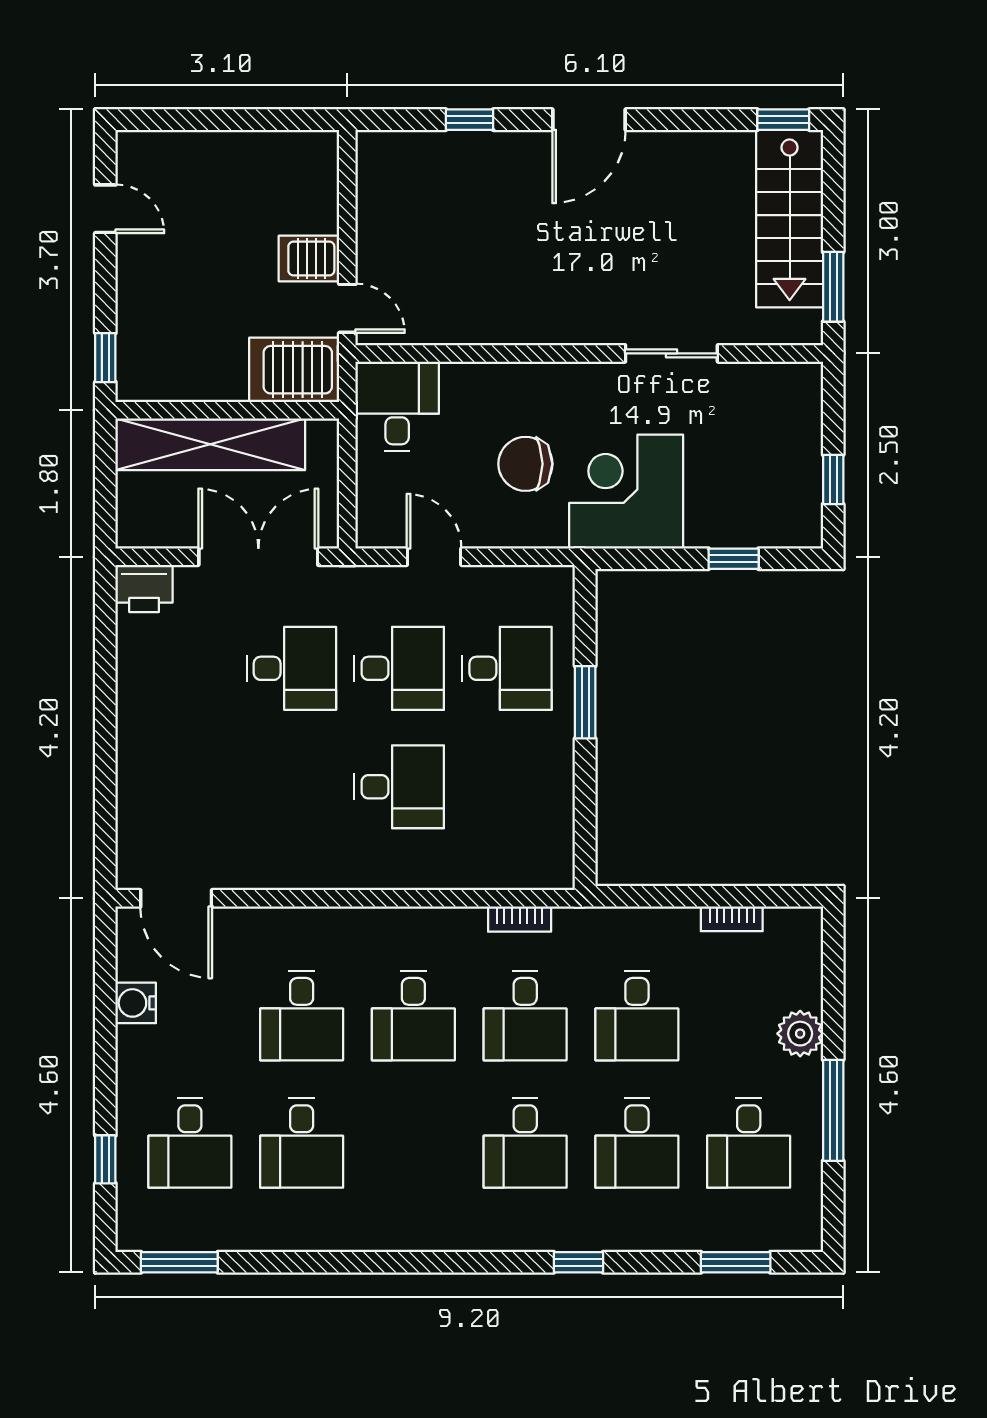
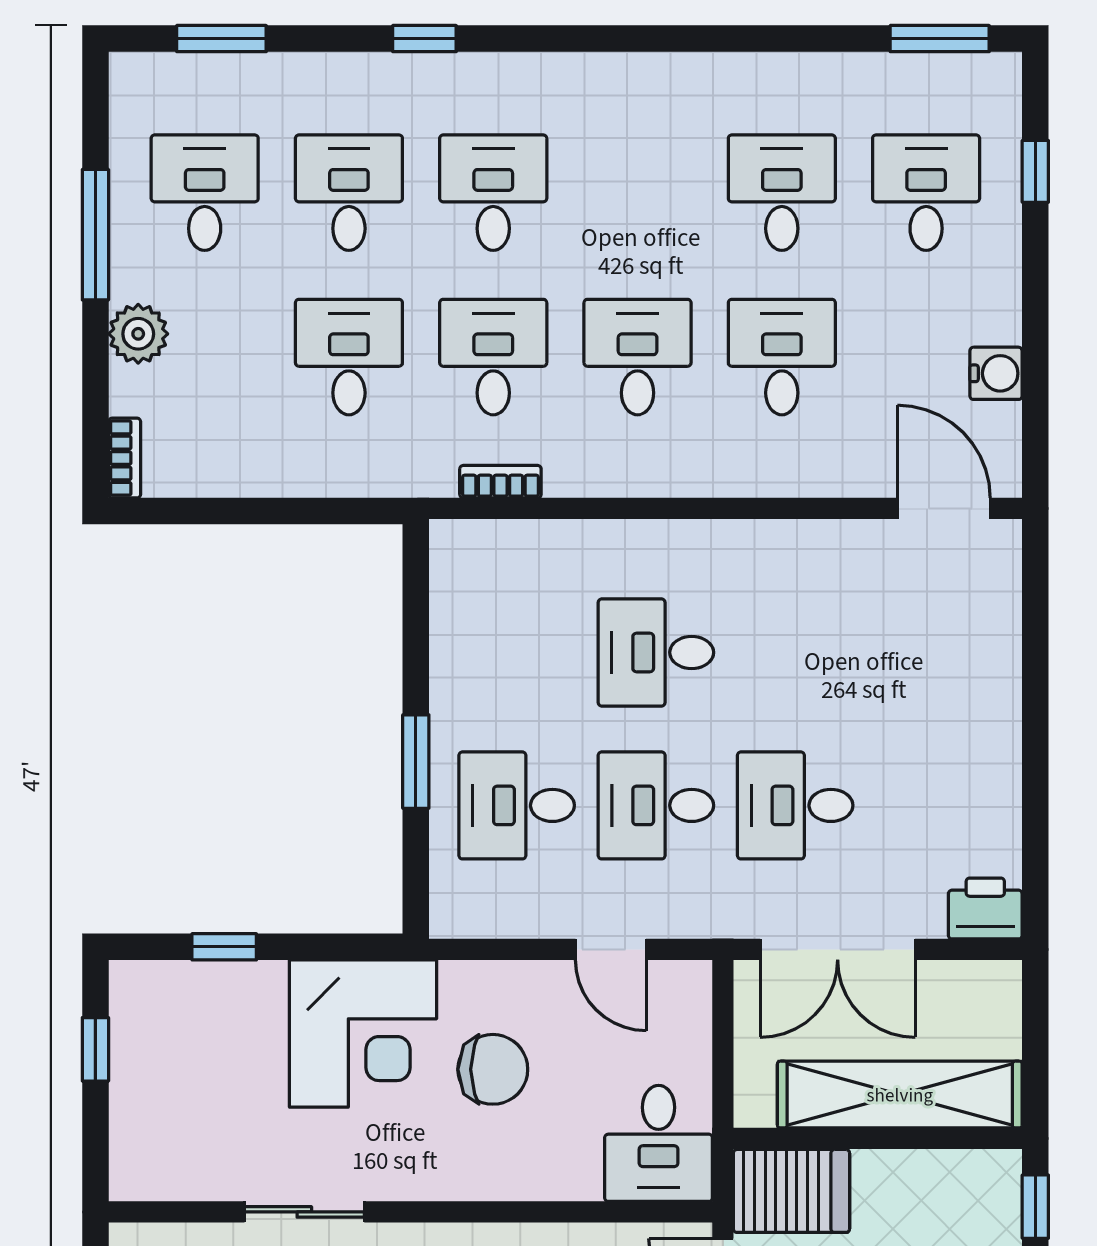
bookcase: (732, 919) -> (125, 458), moved, turned 90

